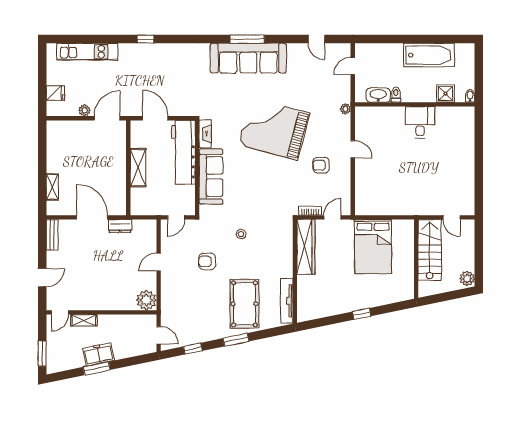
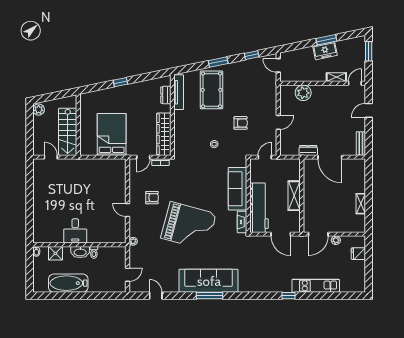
kitchen unit: (87, 52) -> (316, 286), moved
washbasin: (378, 95) -> (80, 252), moved
shelving: (52, 187) -> (361, 204), moved
dresser: (303, 297) -> (166, 95), added
plant: (146, 300) -> (303, 93), moved

